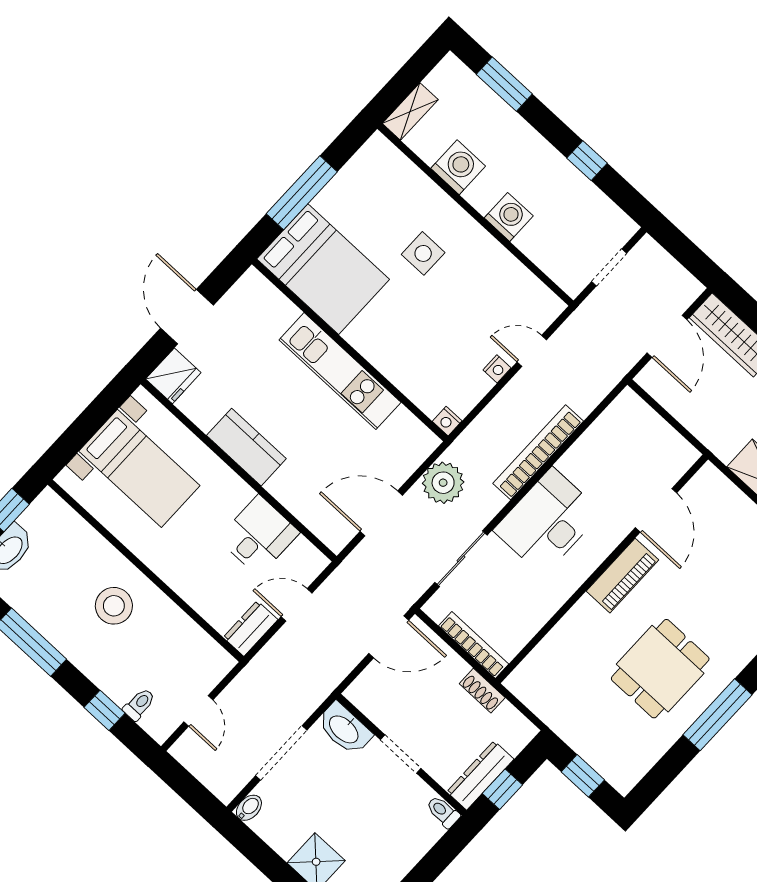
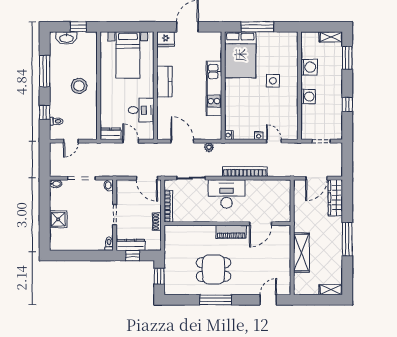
shelving: (410, 112) -> (331, 37), moved
plant: (443, 483) -> (209, 147), width x0.53, depth x0.53
washbasin: (344, 729) -> (109, 185), width x0.52, depth x0.69

